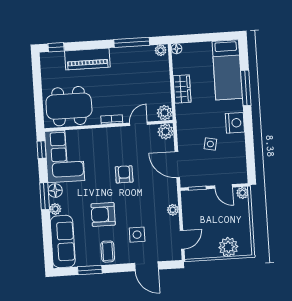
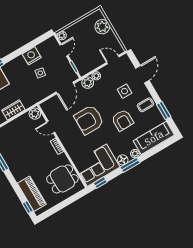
piano: (87, 59) -> (32, 194), moved
dining table: (69, 106) -> (62, 179), width x0.73
nightstand: (235, 123) -> (32, 56), moved
plant: (166, 132) -> (88, 83), moved
armchair: (124, 174) -> (89, 120), width x1.88, depth x1.88

